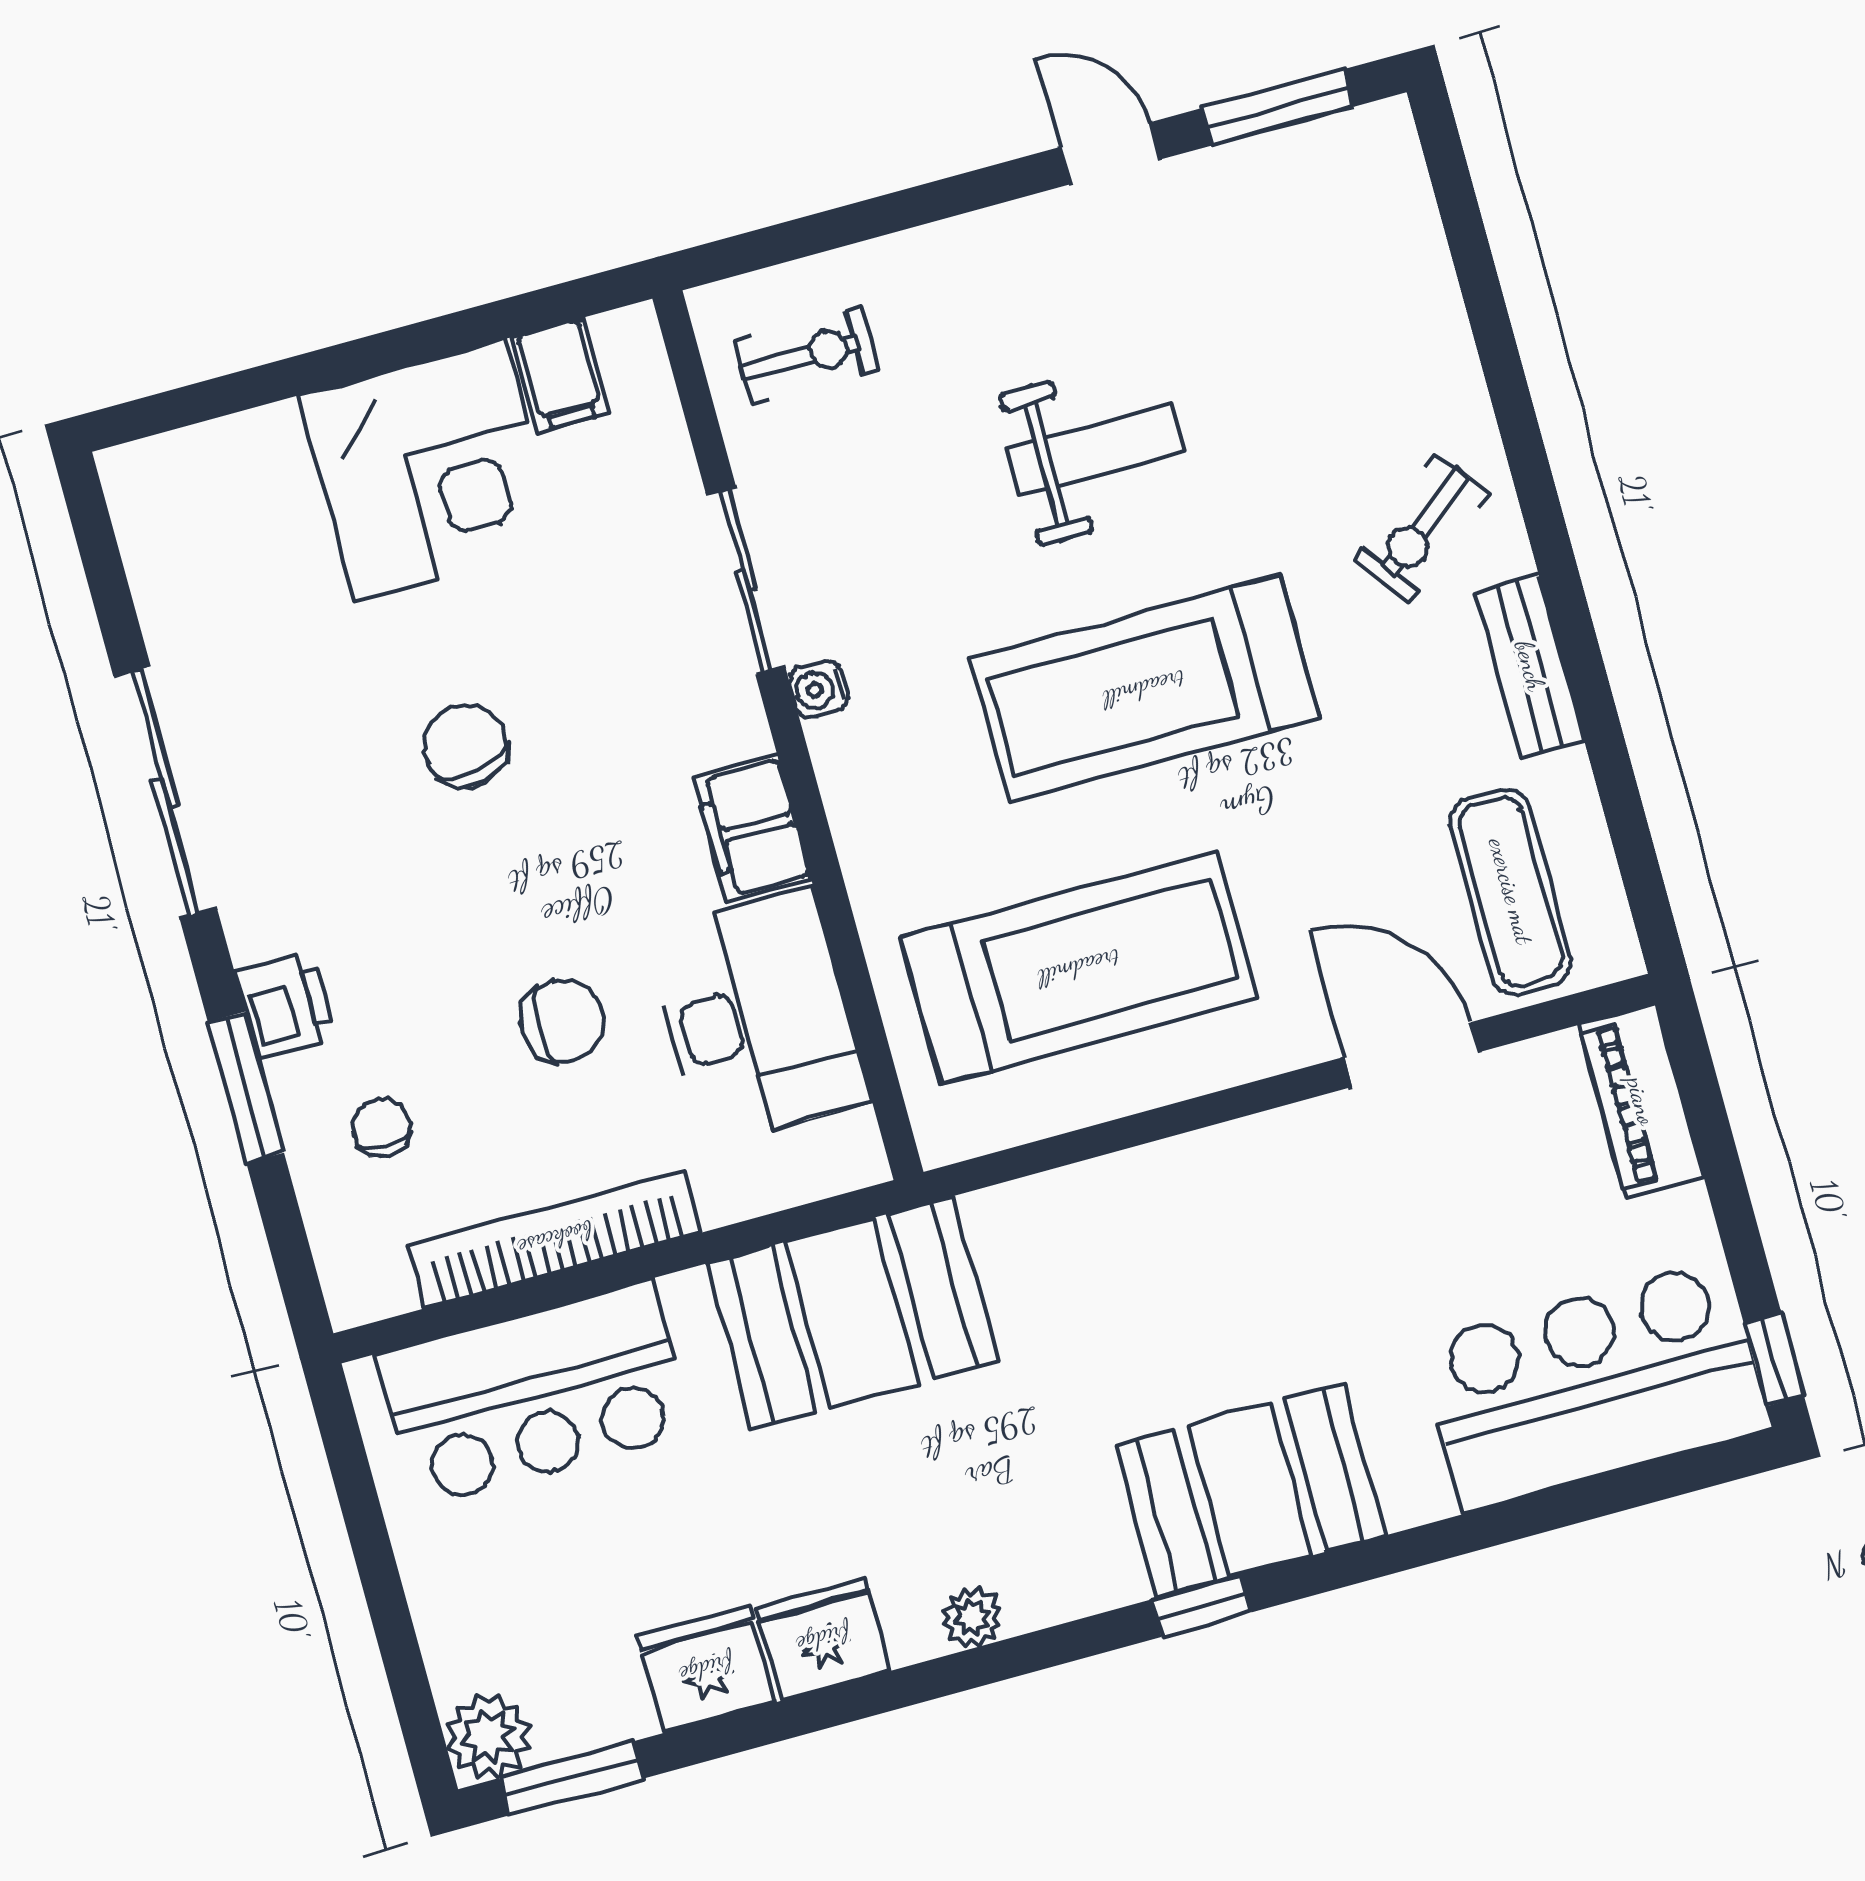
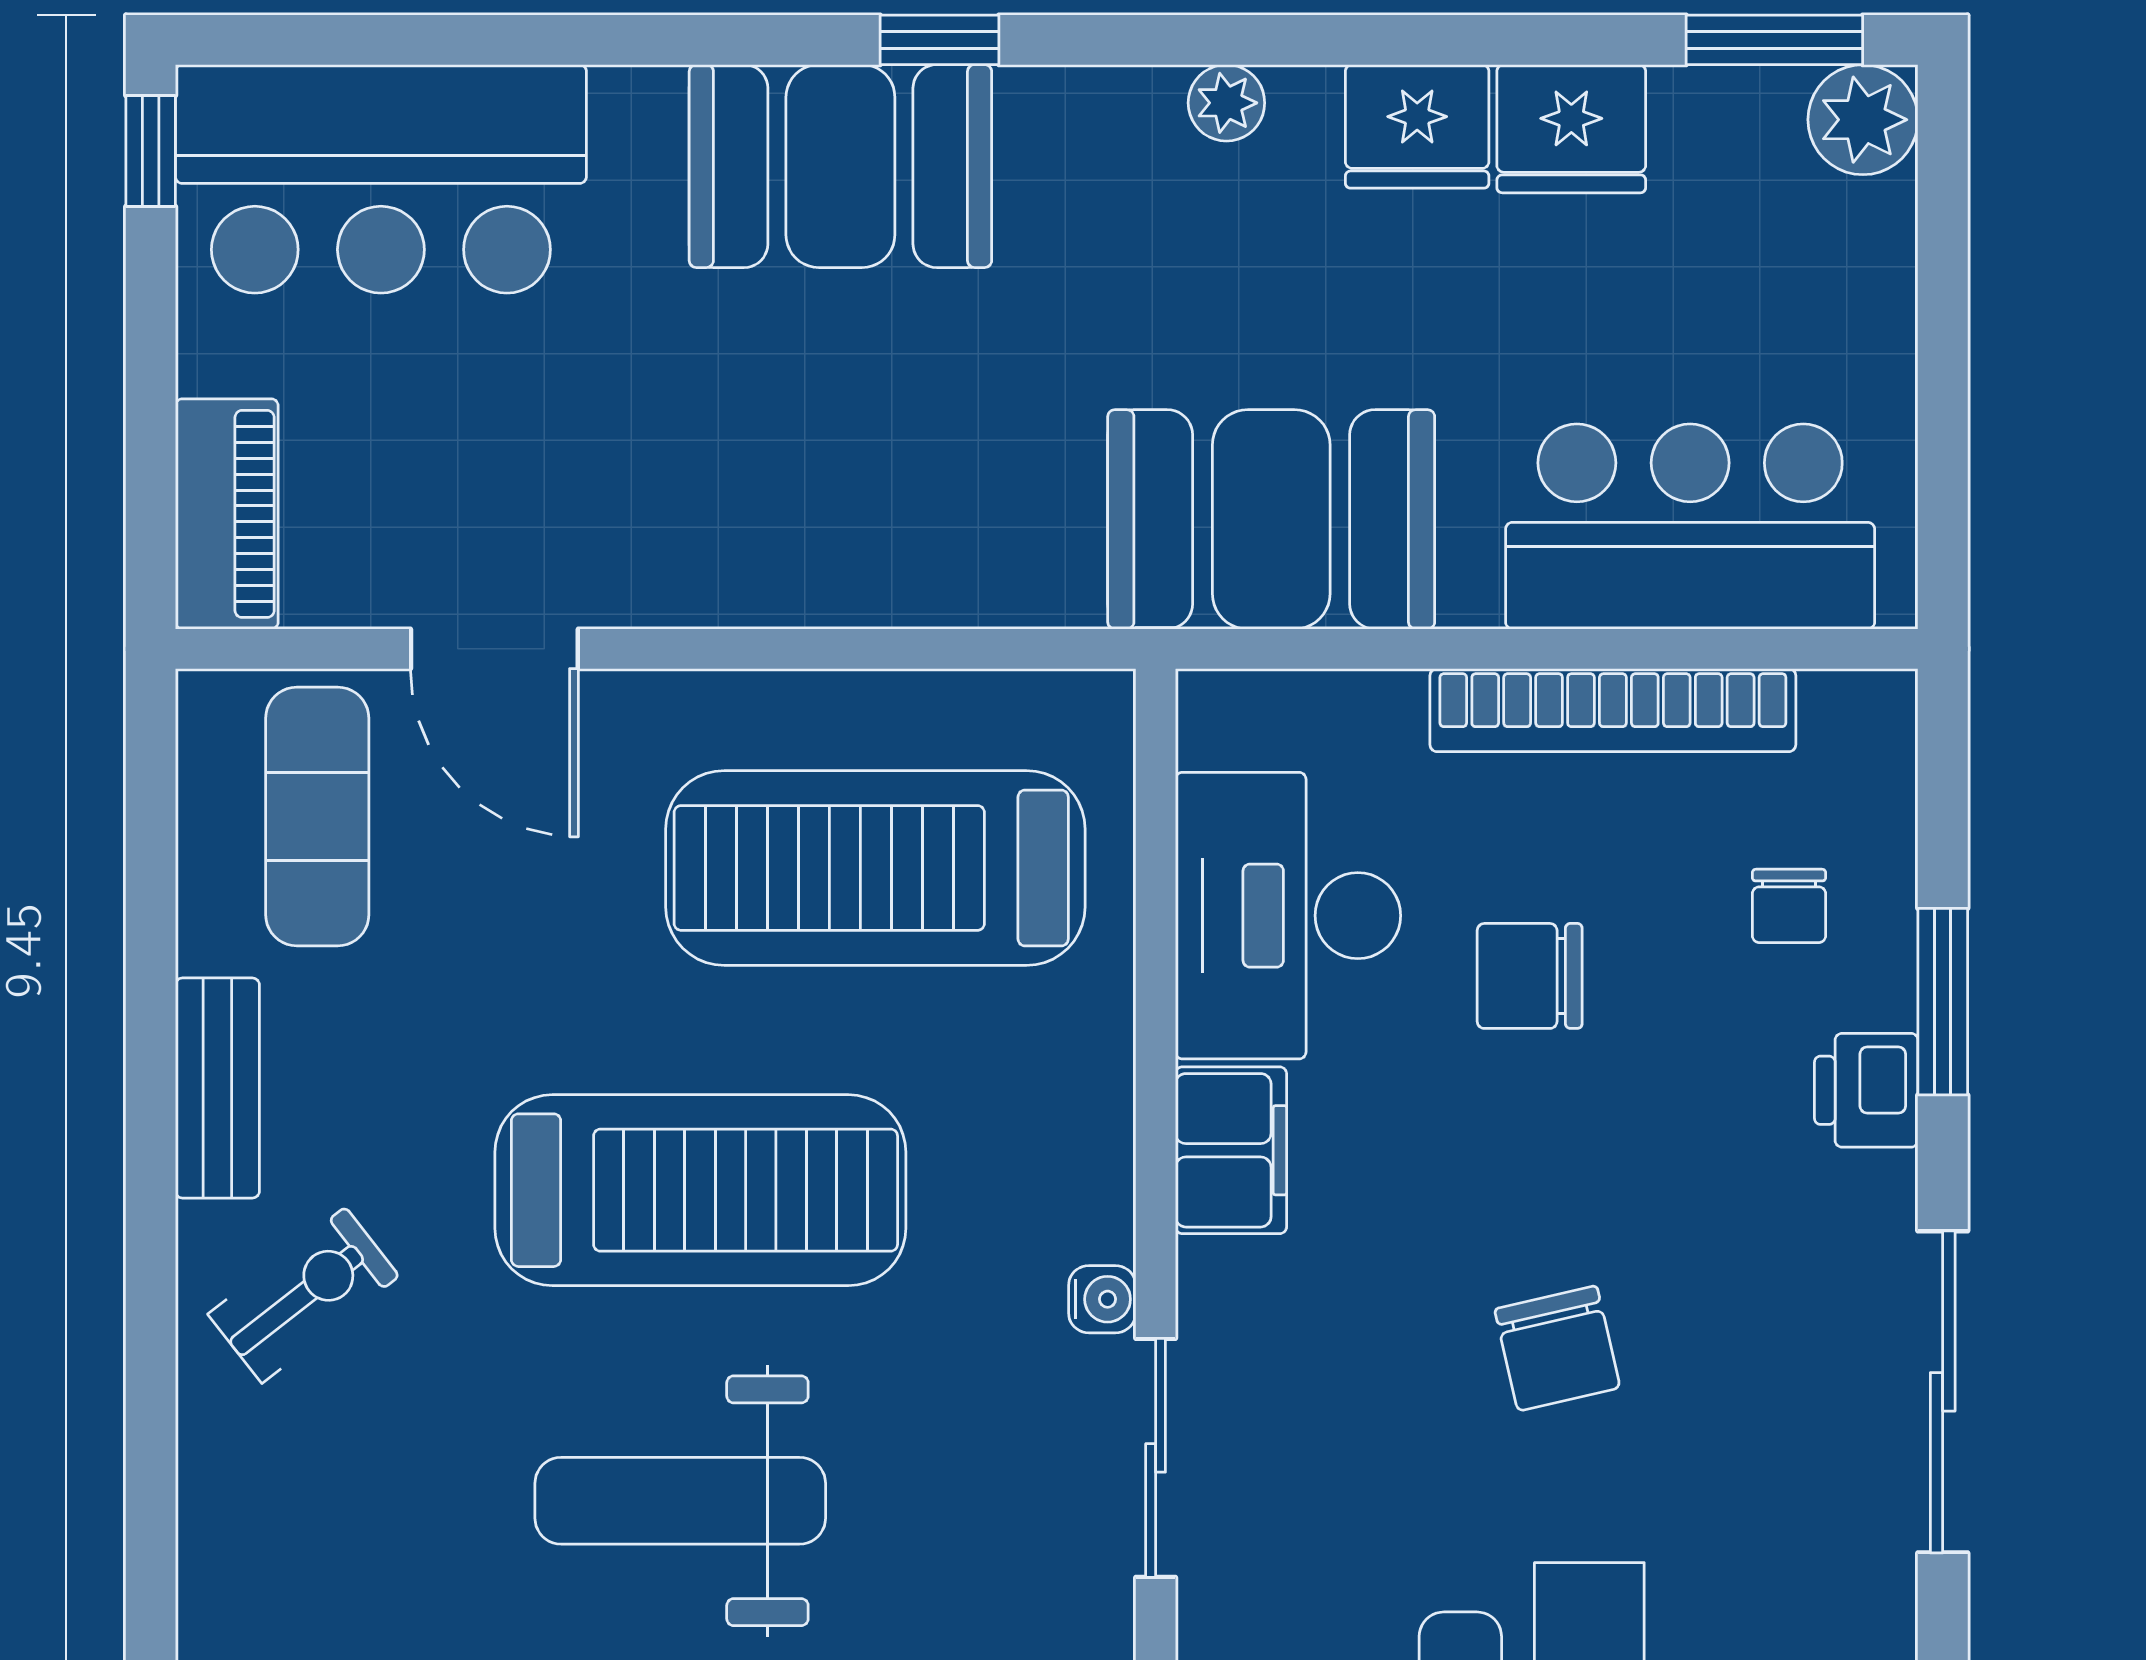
weight bench: (1095, 450) -> (680, 1501), width x1.36, depth x1.33

